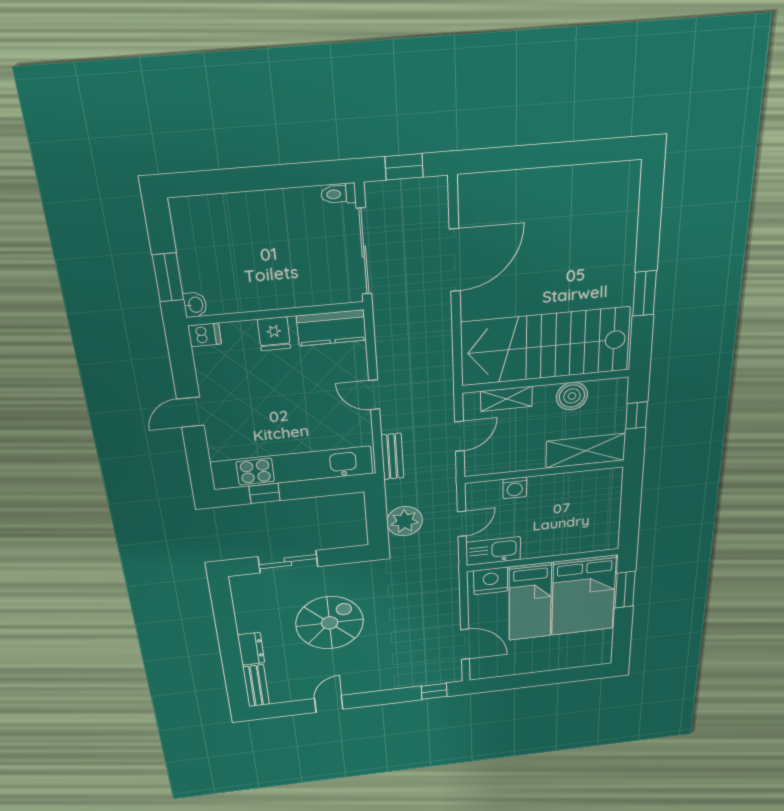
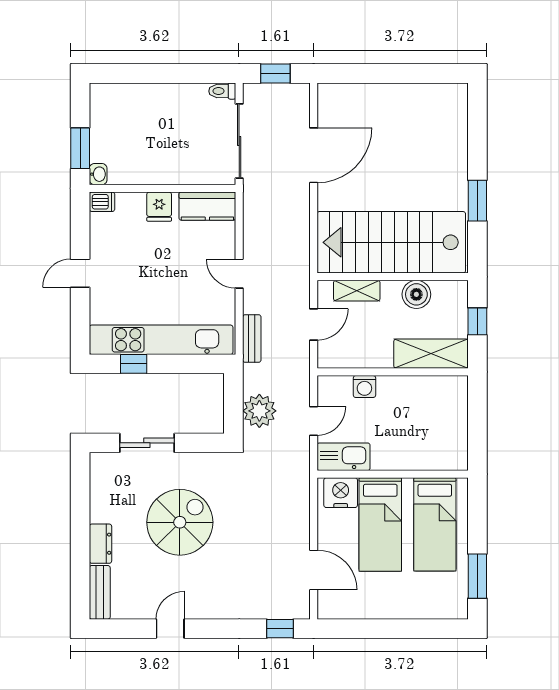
window: (625, 590) -> (477, 576), moved
bed: (584, 596) -> (435, 524), width x0.67

